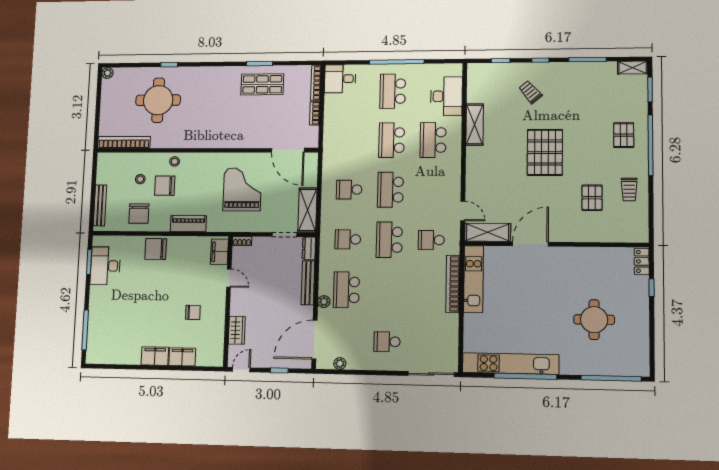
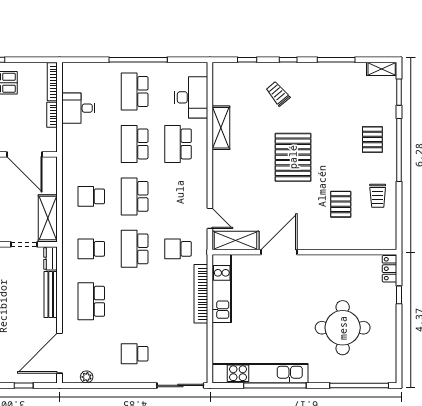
desk: (340, 79) -> (78, 108), moved
plant: (324, 302) -> (68, 314), removed
round table: (594, 320) -> (343, 328), width x1.36, depth x1.36

